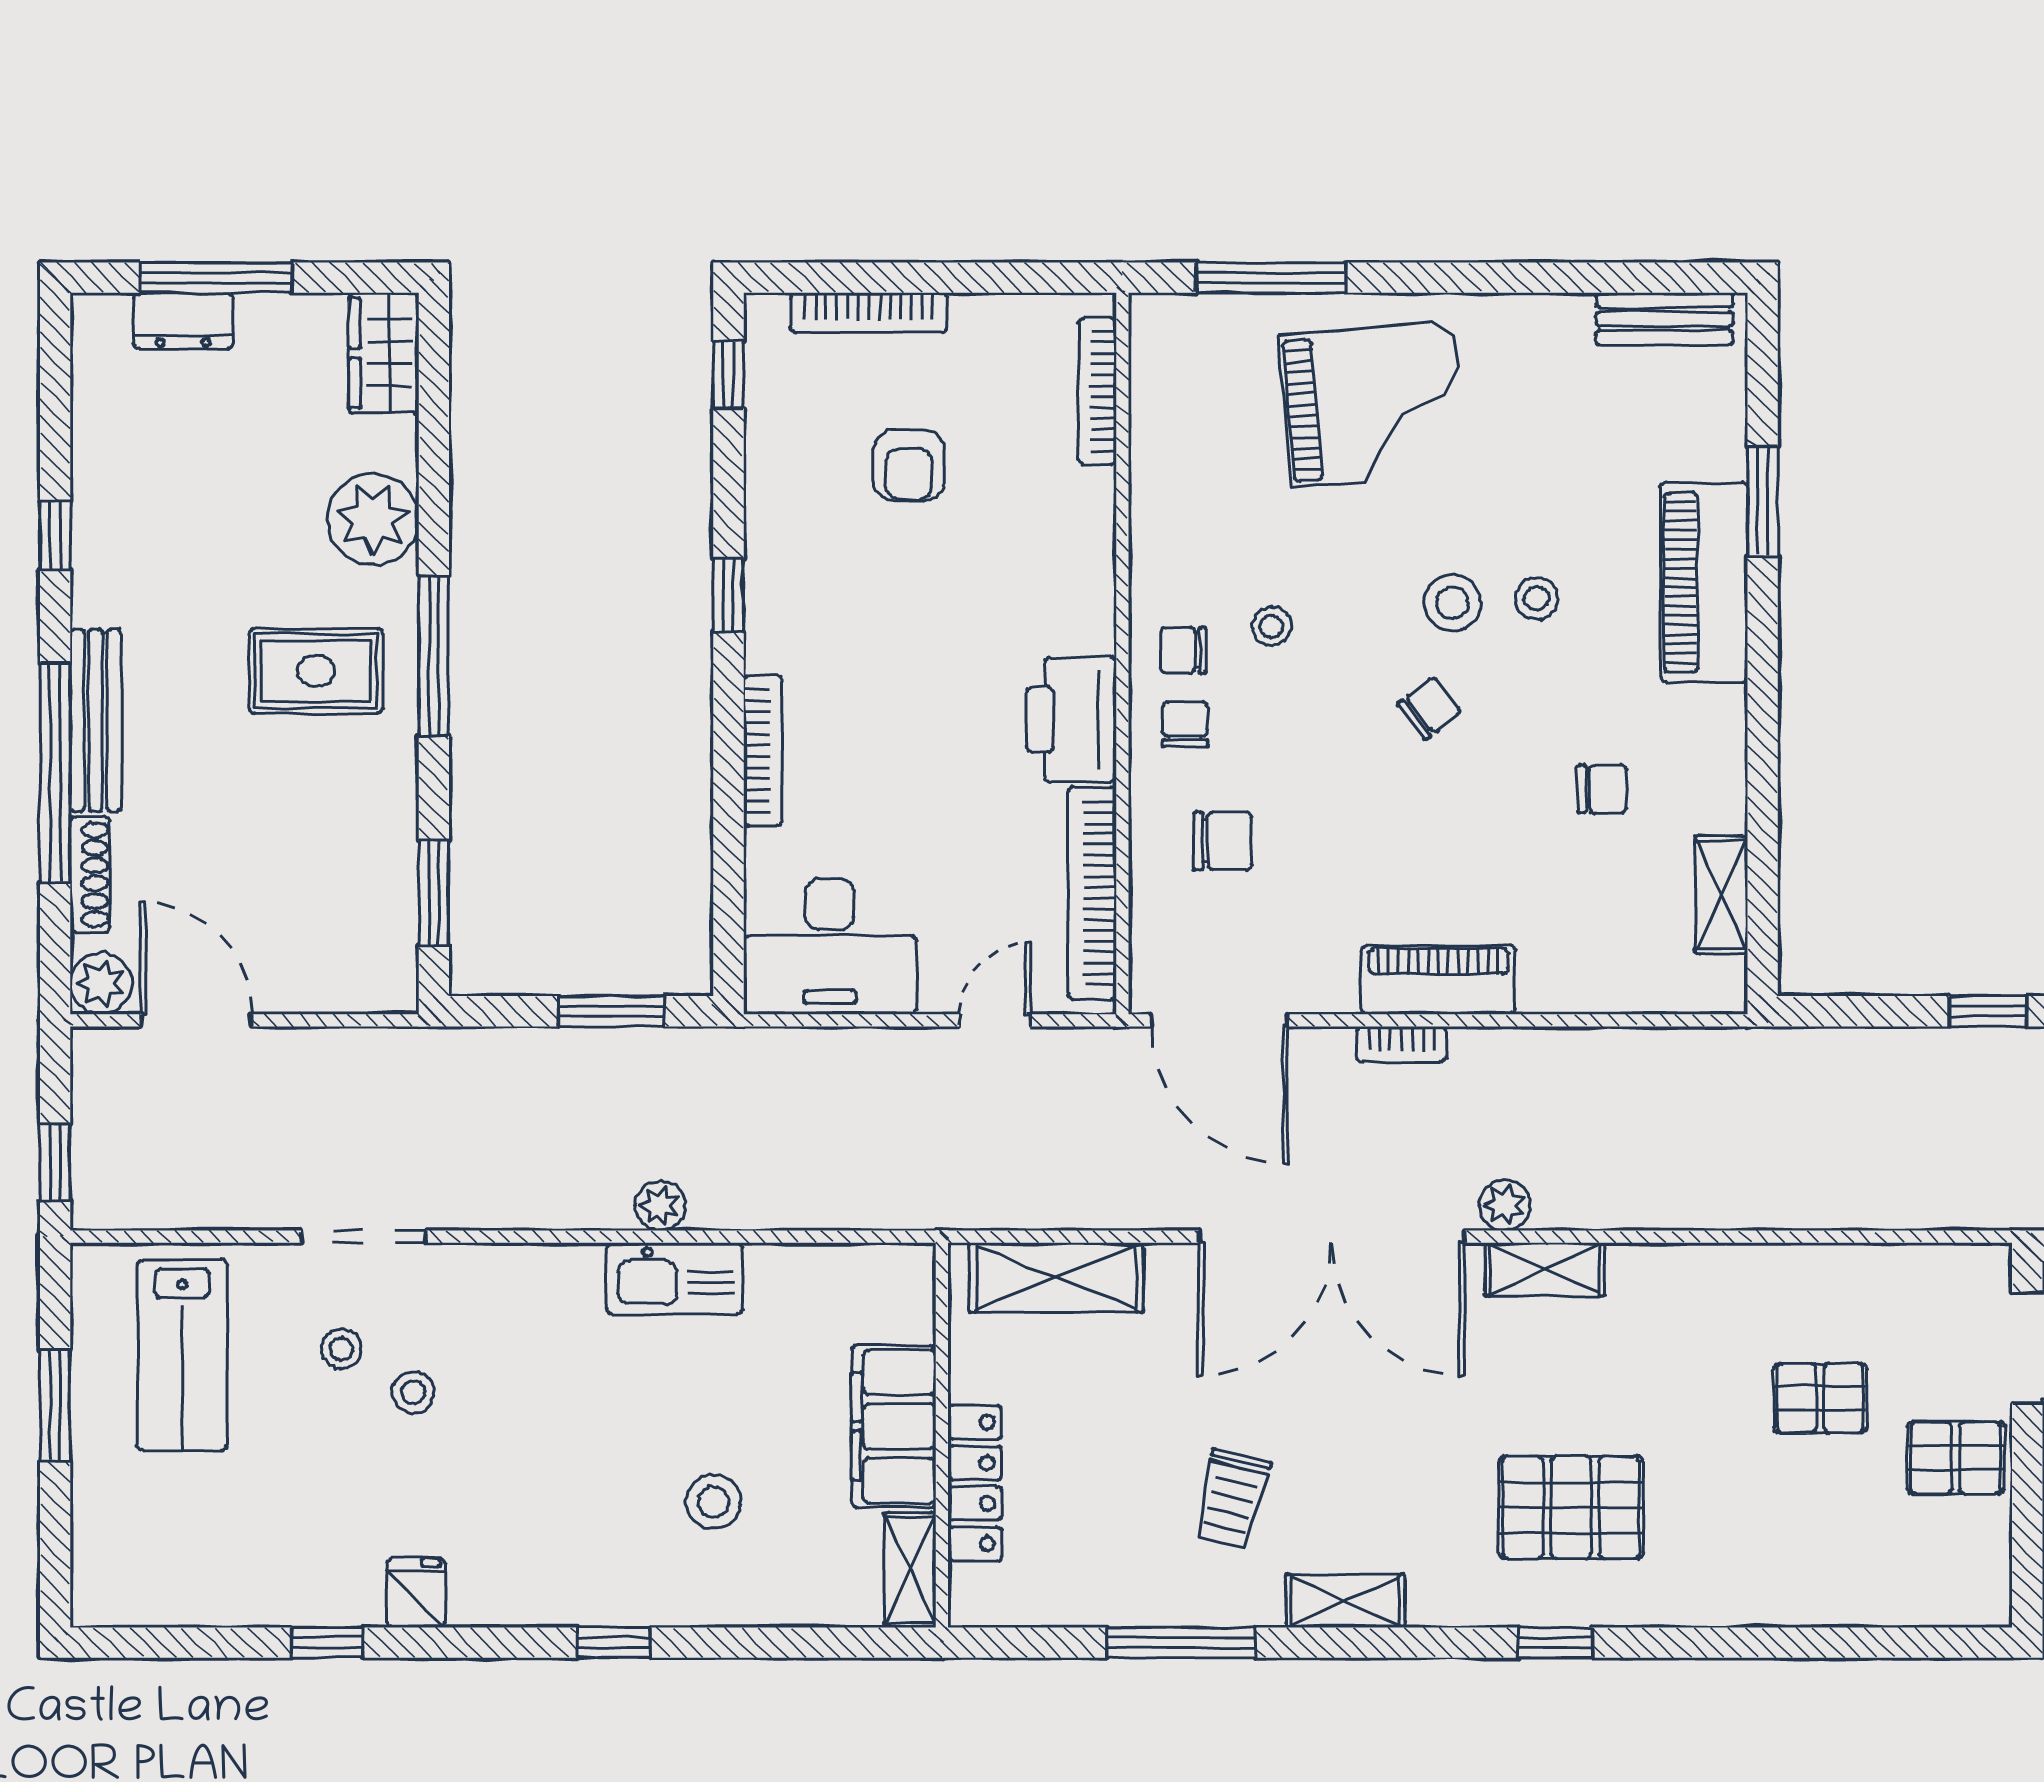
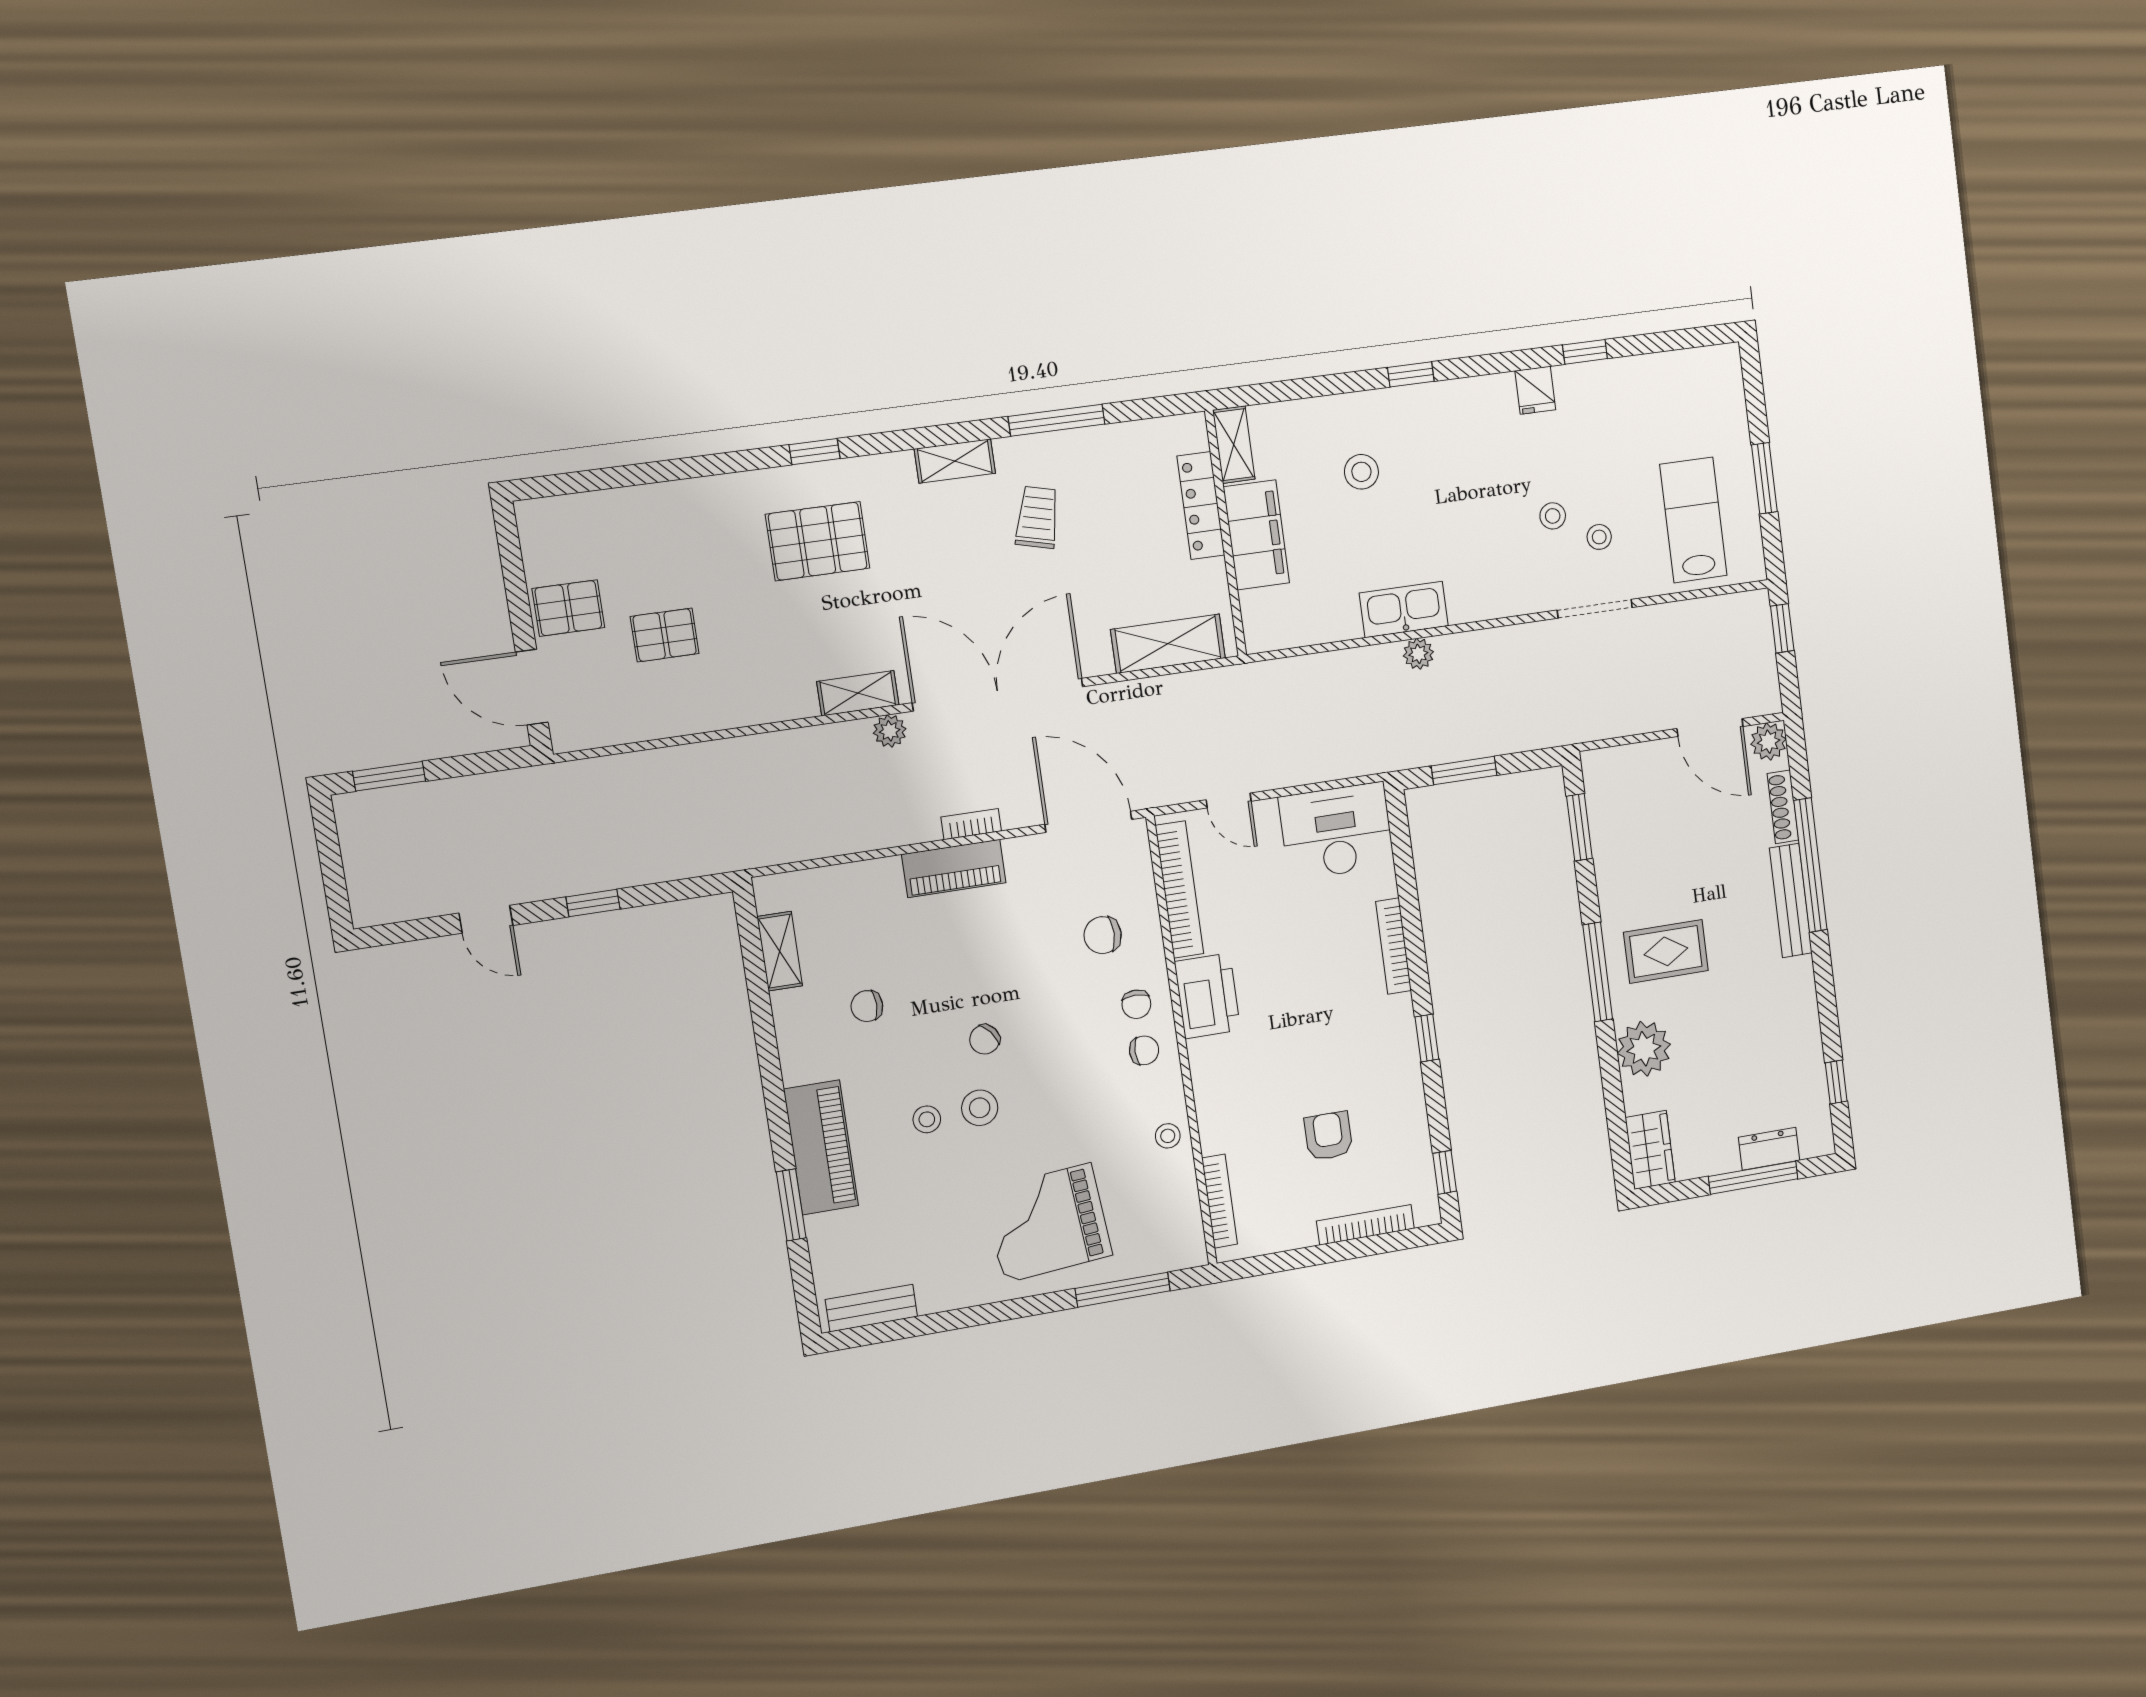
window: (55, 536) -> (1836, 1082), moved
stool: (1271, 626) -> (1168, 1136), moved
door: (995, 1020) -> (1229, 801), hinge flipped

